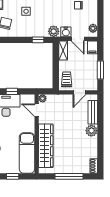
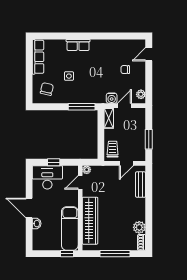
plant: (54, 31) -> (99, 98), removed
door: (78, 39) -> (124, 106), swing flipped
window: (38, 40) -> (82, 107), width x2.17
filing cabinet: (92, 47) -> (140, 115), removed
door: (37, 110) -> (80, 182), hinge flipped
plant: (91, 131) -> (139, 227), moved
window: (13, 176) -> (67, 254), moved

